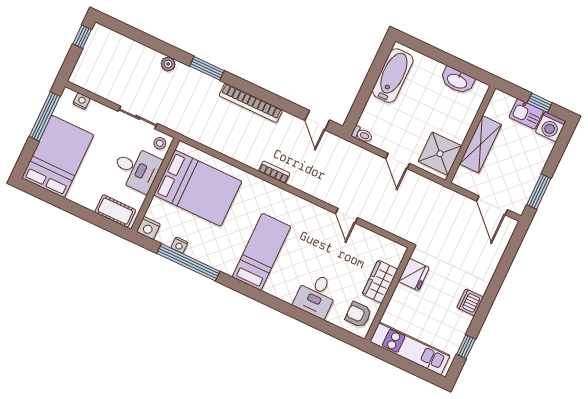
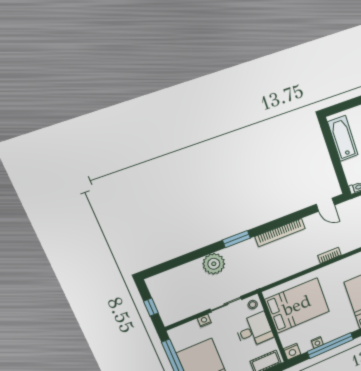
window: (82, 37) -> (151, 307), moved
plant: (168, 64) -> (214, 264), width x1.87, depth x1.87
nightstand: (82, 101) -> (204, 321), moved

